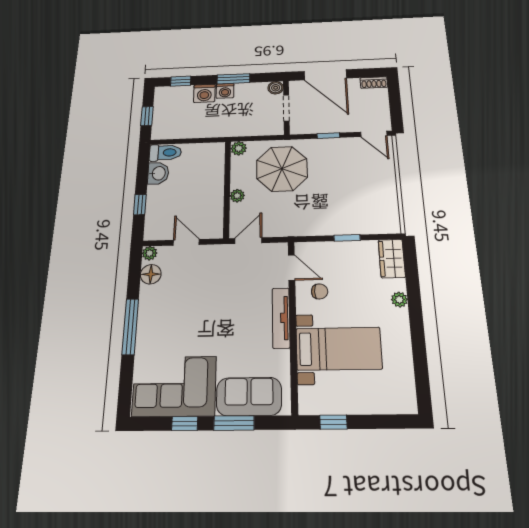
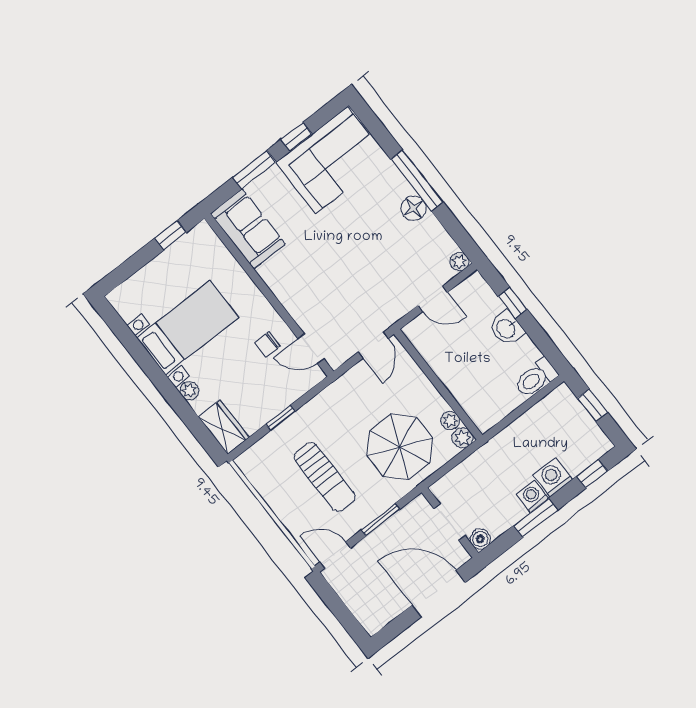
shoe rack: (374, 83) -> (379, 620), removed
window: (328, 136) -> (380, 520), width x1.50
washbasin: (158, 173) -> (506, 328), moved
sun lounger: (345, 183) -> (325, 477), added
plant: (237, 196) -> (450, 421), moved
floor lamp: (151, 274) -> (414, 208), moved
tv unit: (281, 318) -> (284, 293), removed
bed with nightstands: (339, 349) -> (188, 328), moved, turned 180
sofa: (249, 397) -> (248, 229), moved, turned -90

